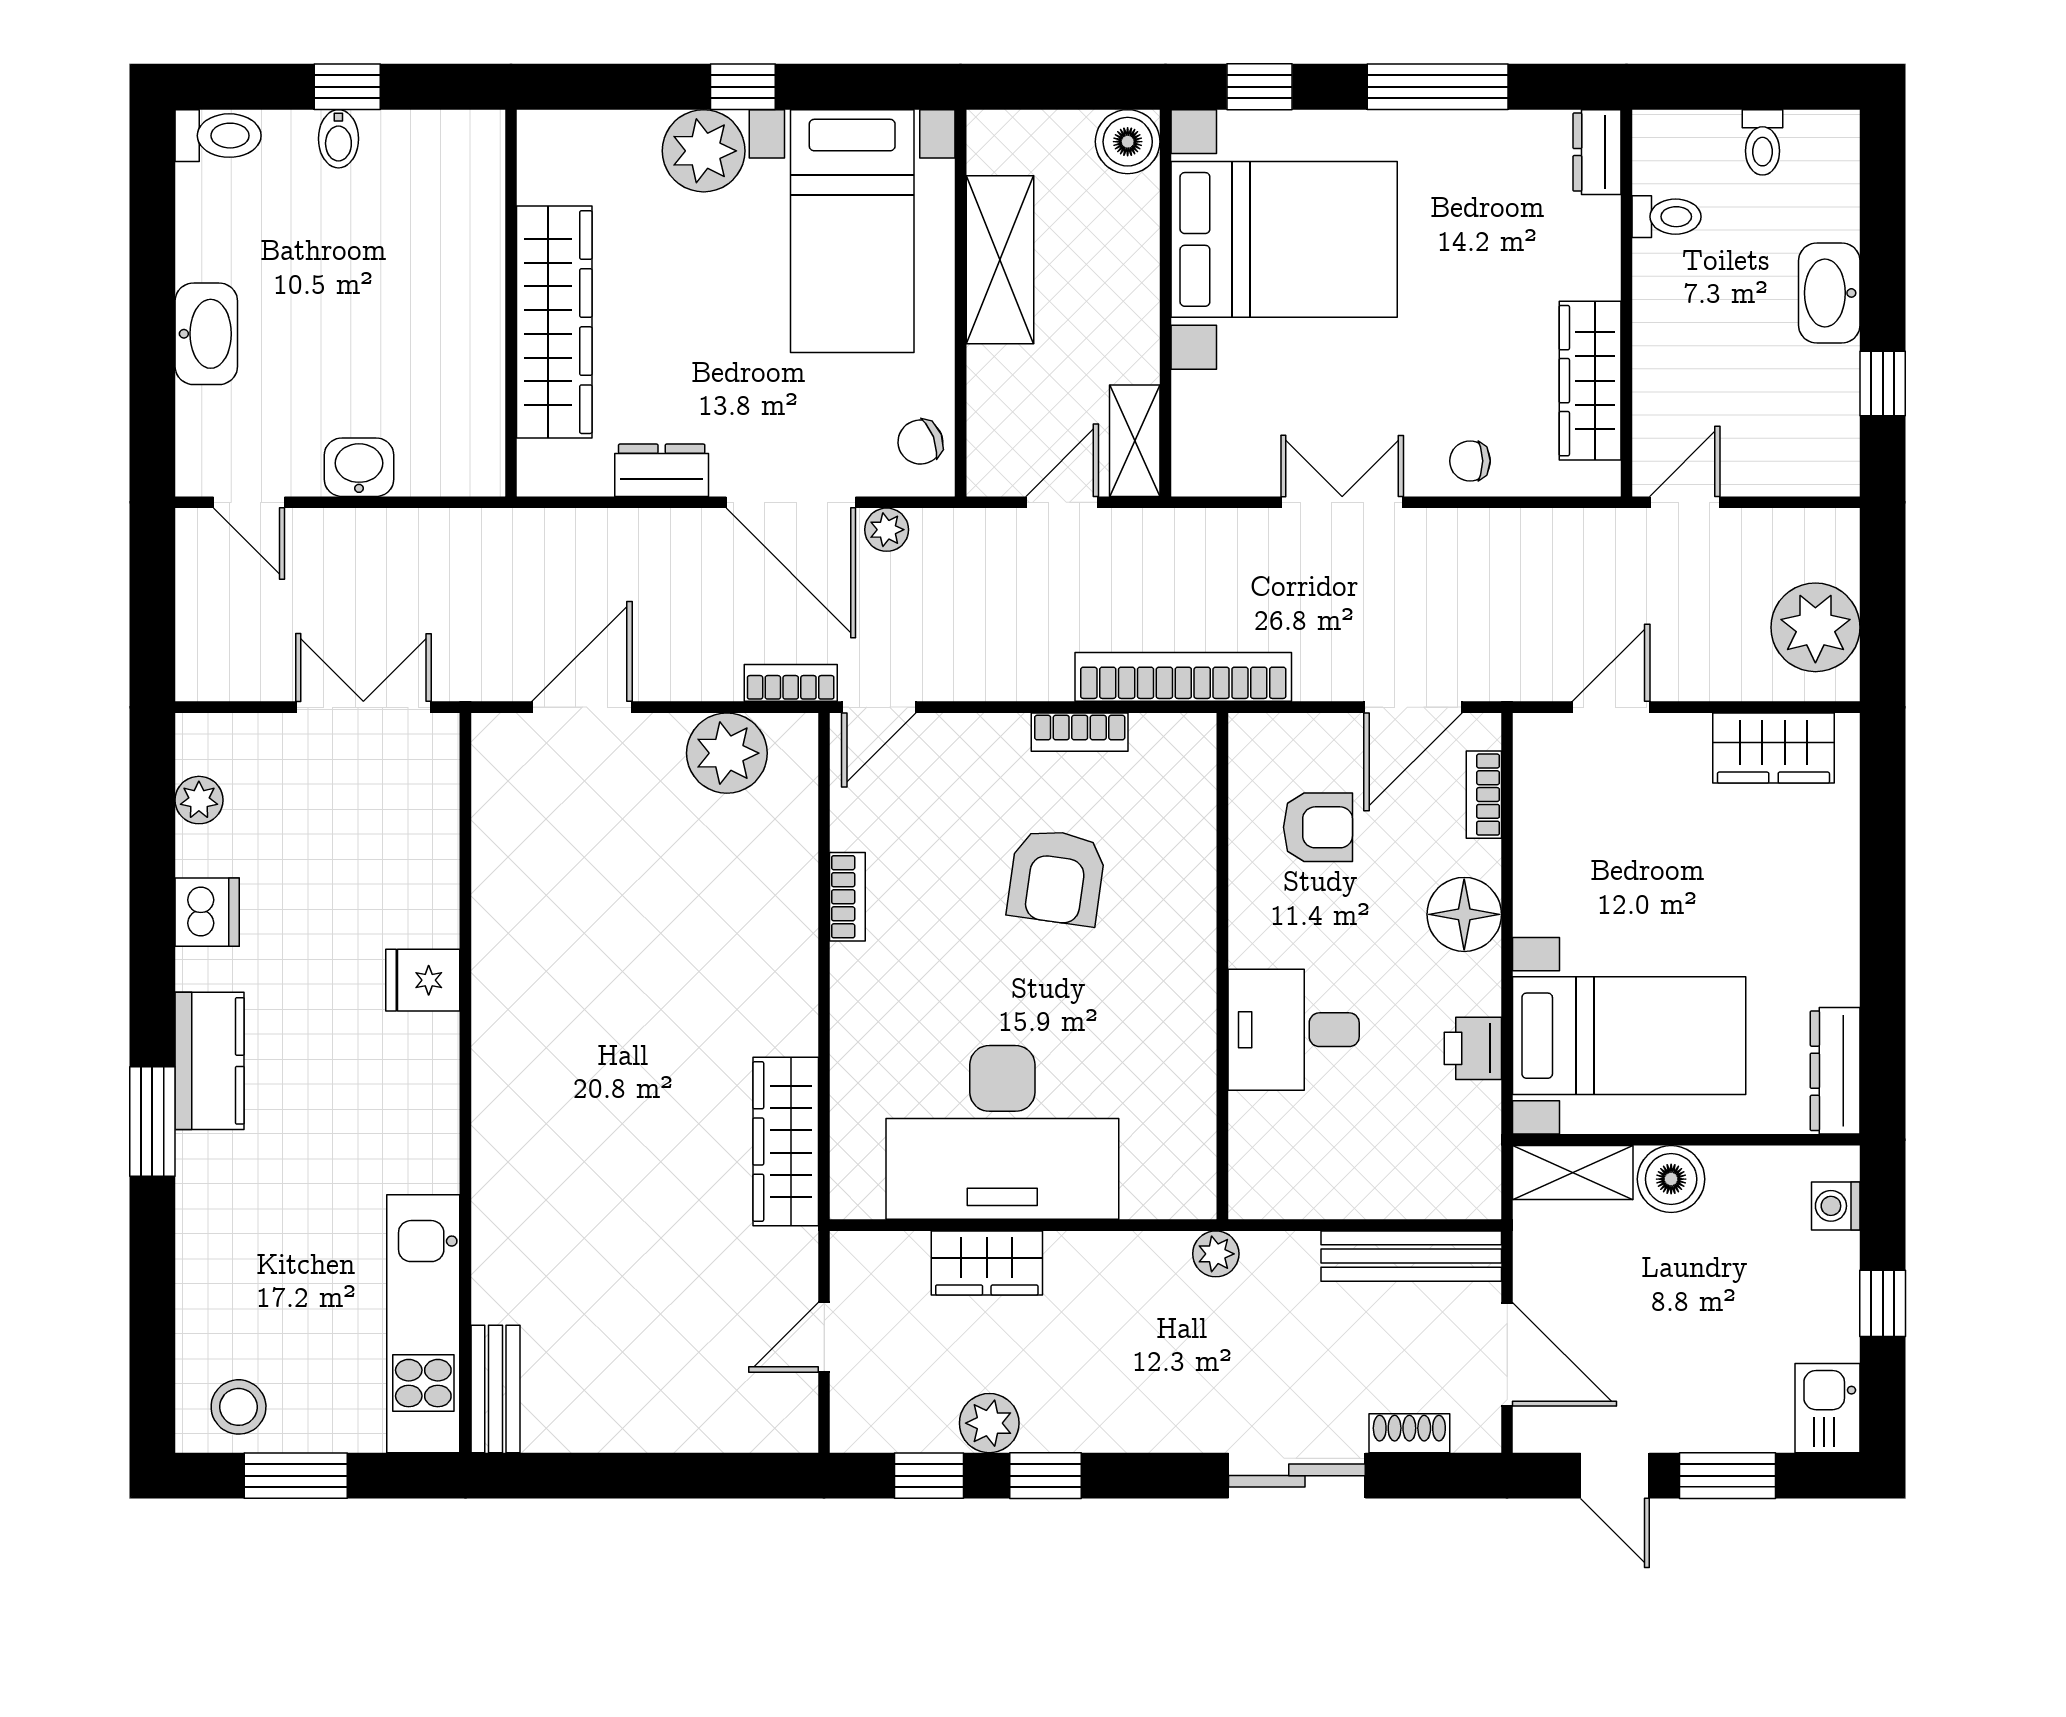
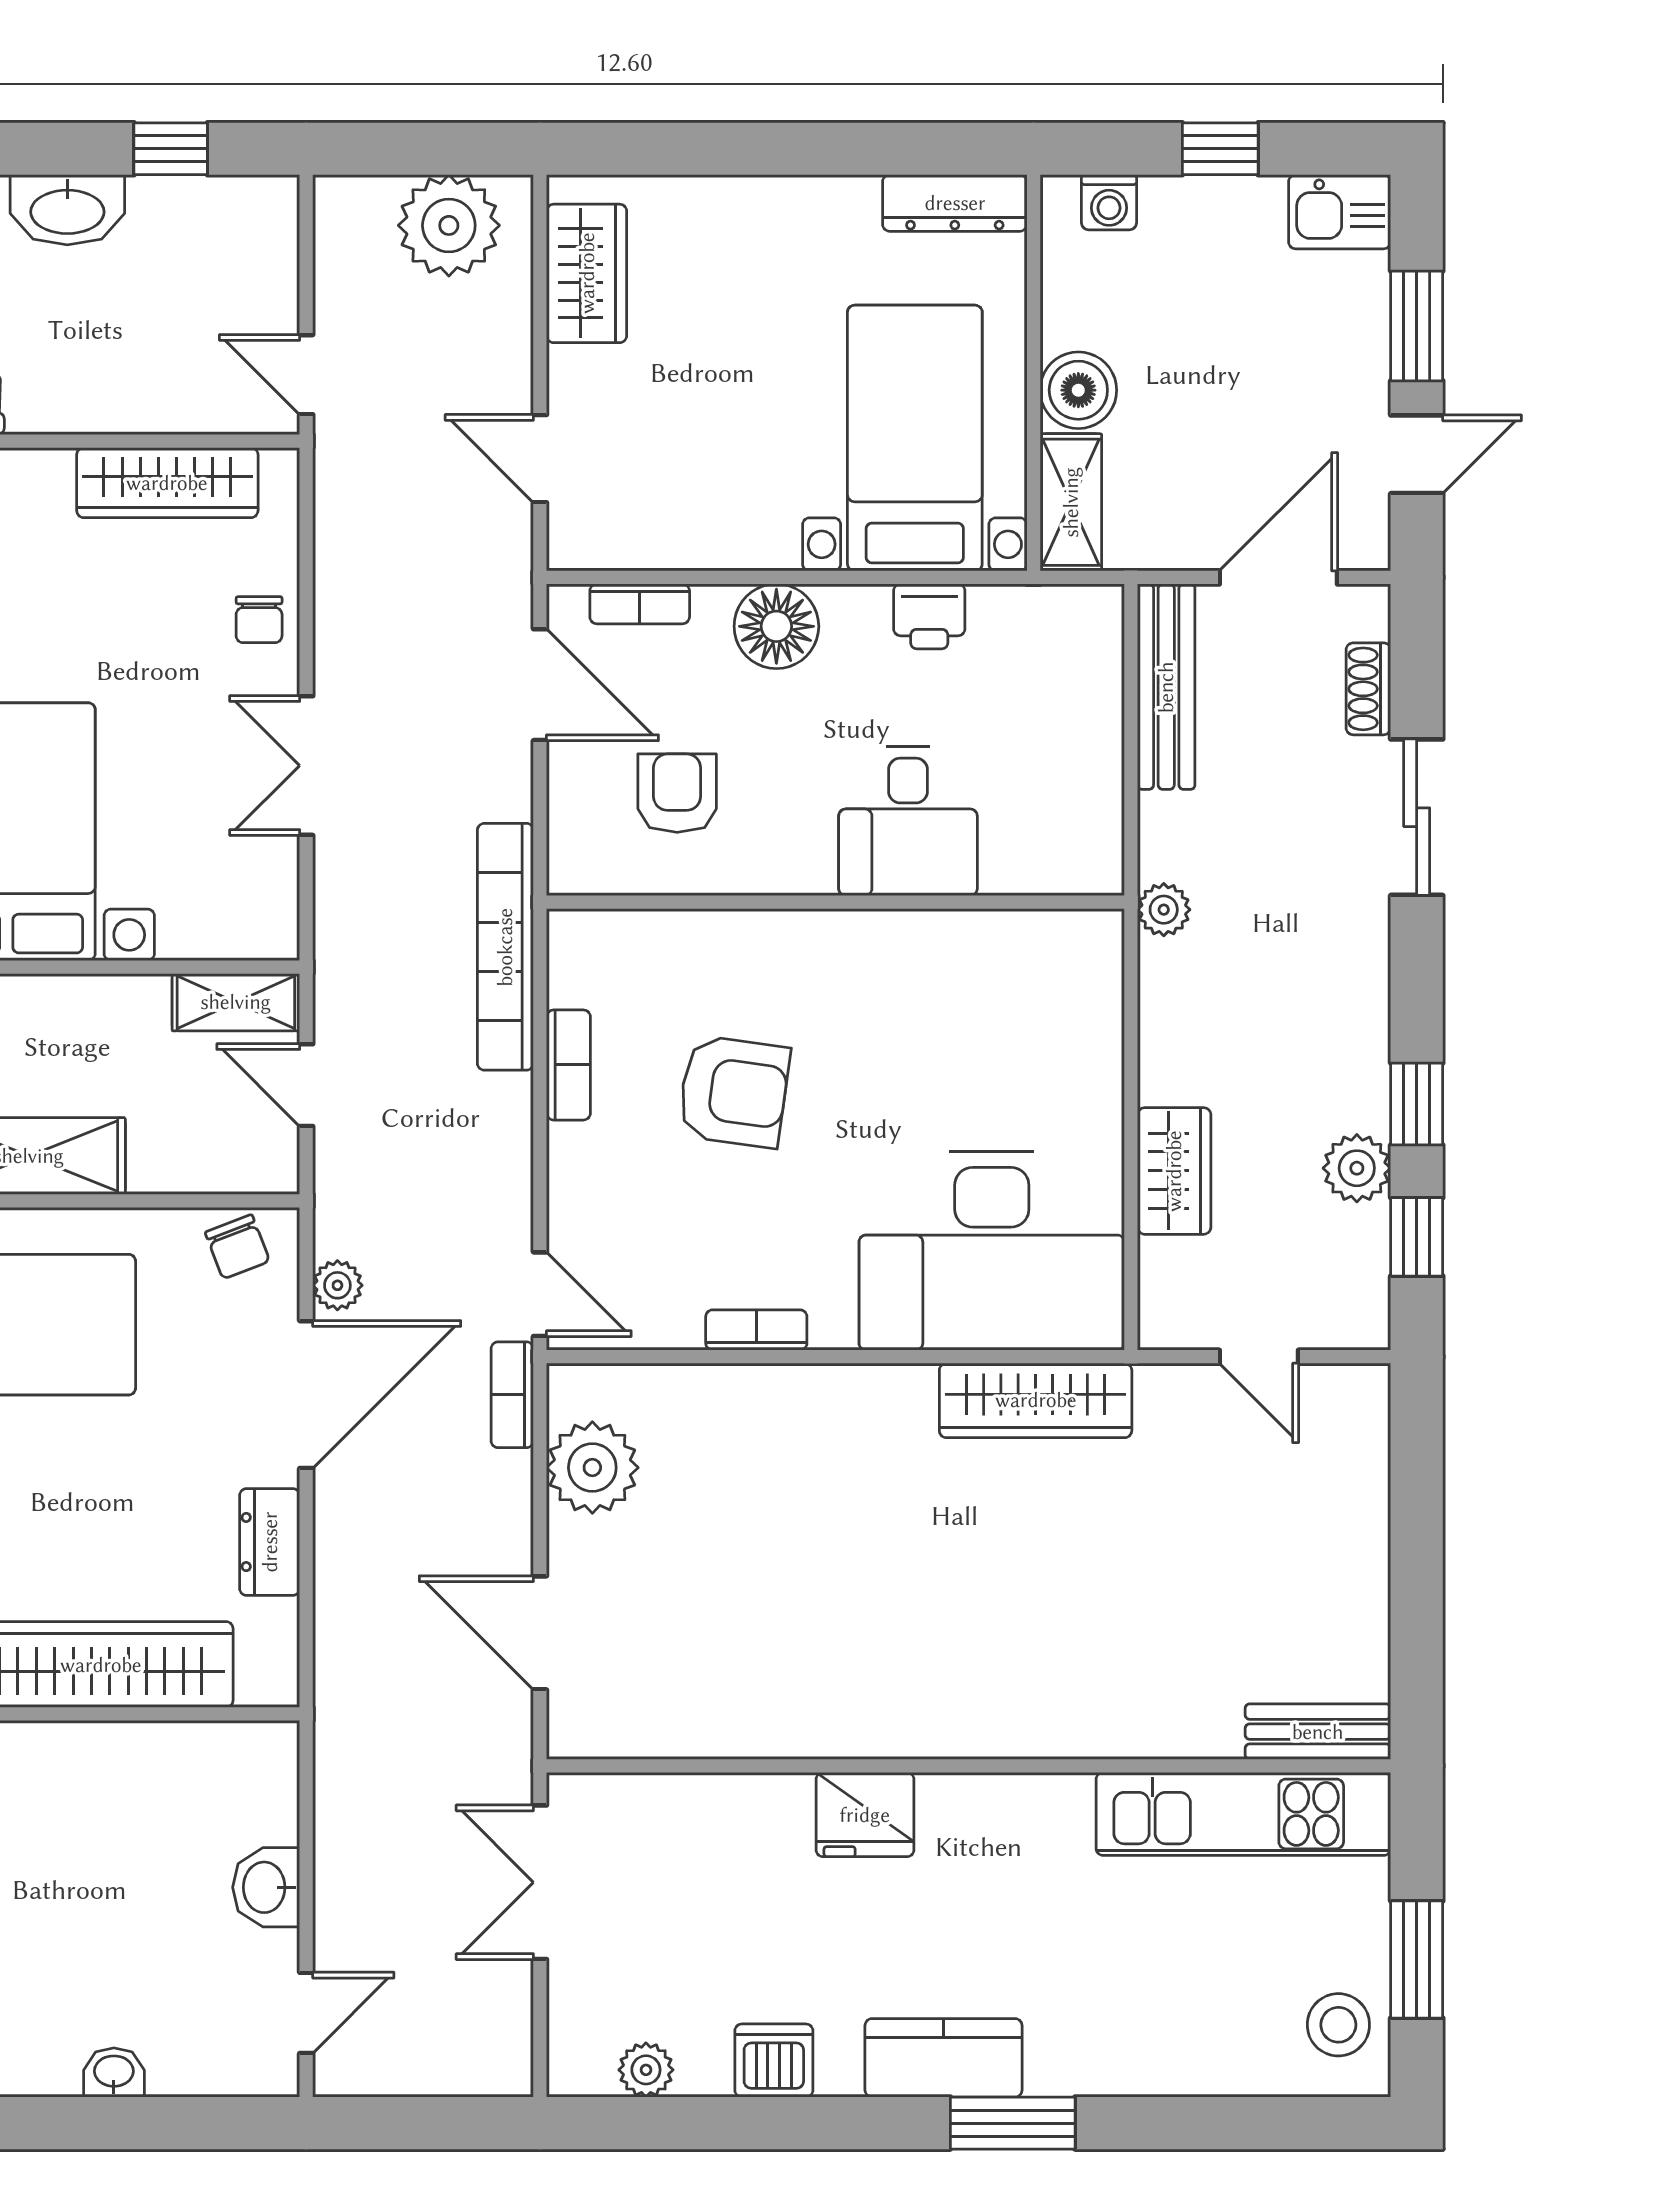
washbasin: (206, 334) -> (114, 2073), width x0.52, depth x0.69
fridge: (423, 980) -> (865, 1815), width x1.38
desk: (1002, 1132) -> (992, 1251), moved, turned 90

